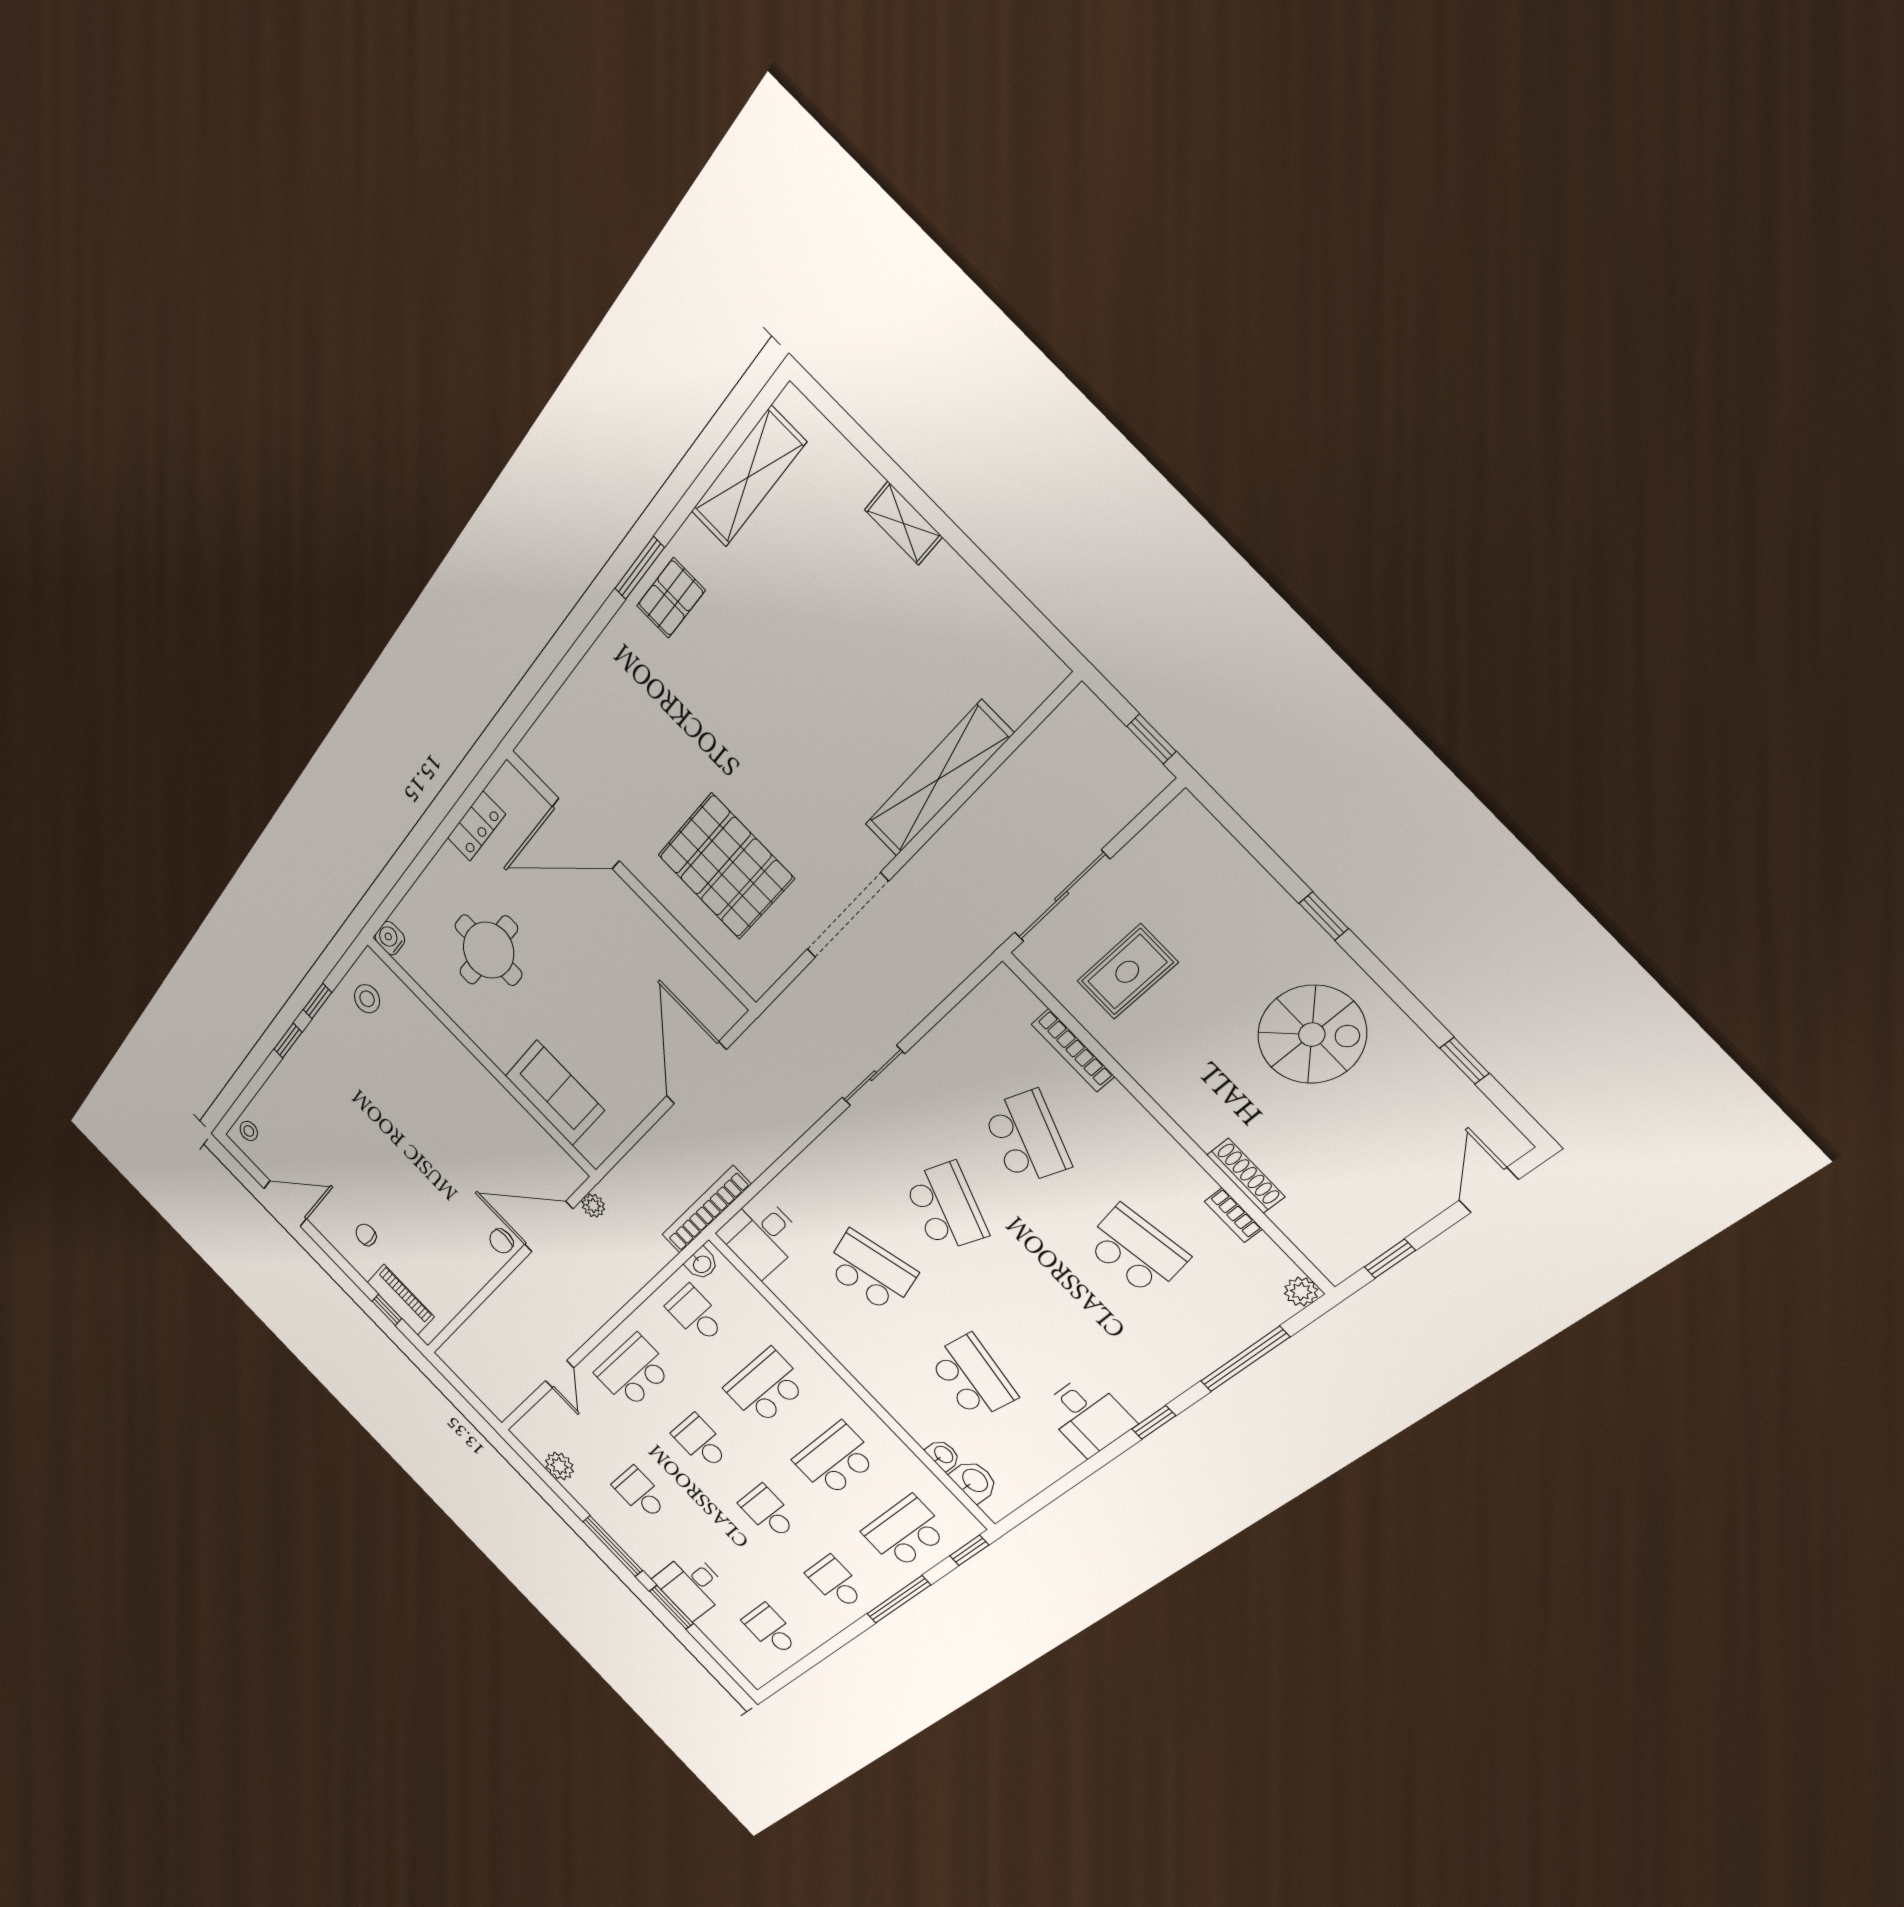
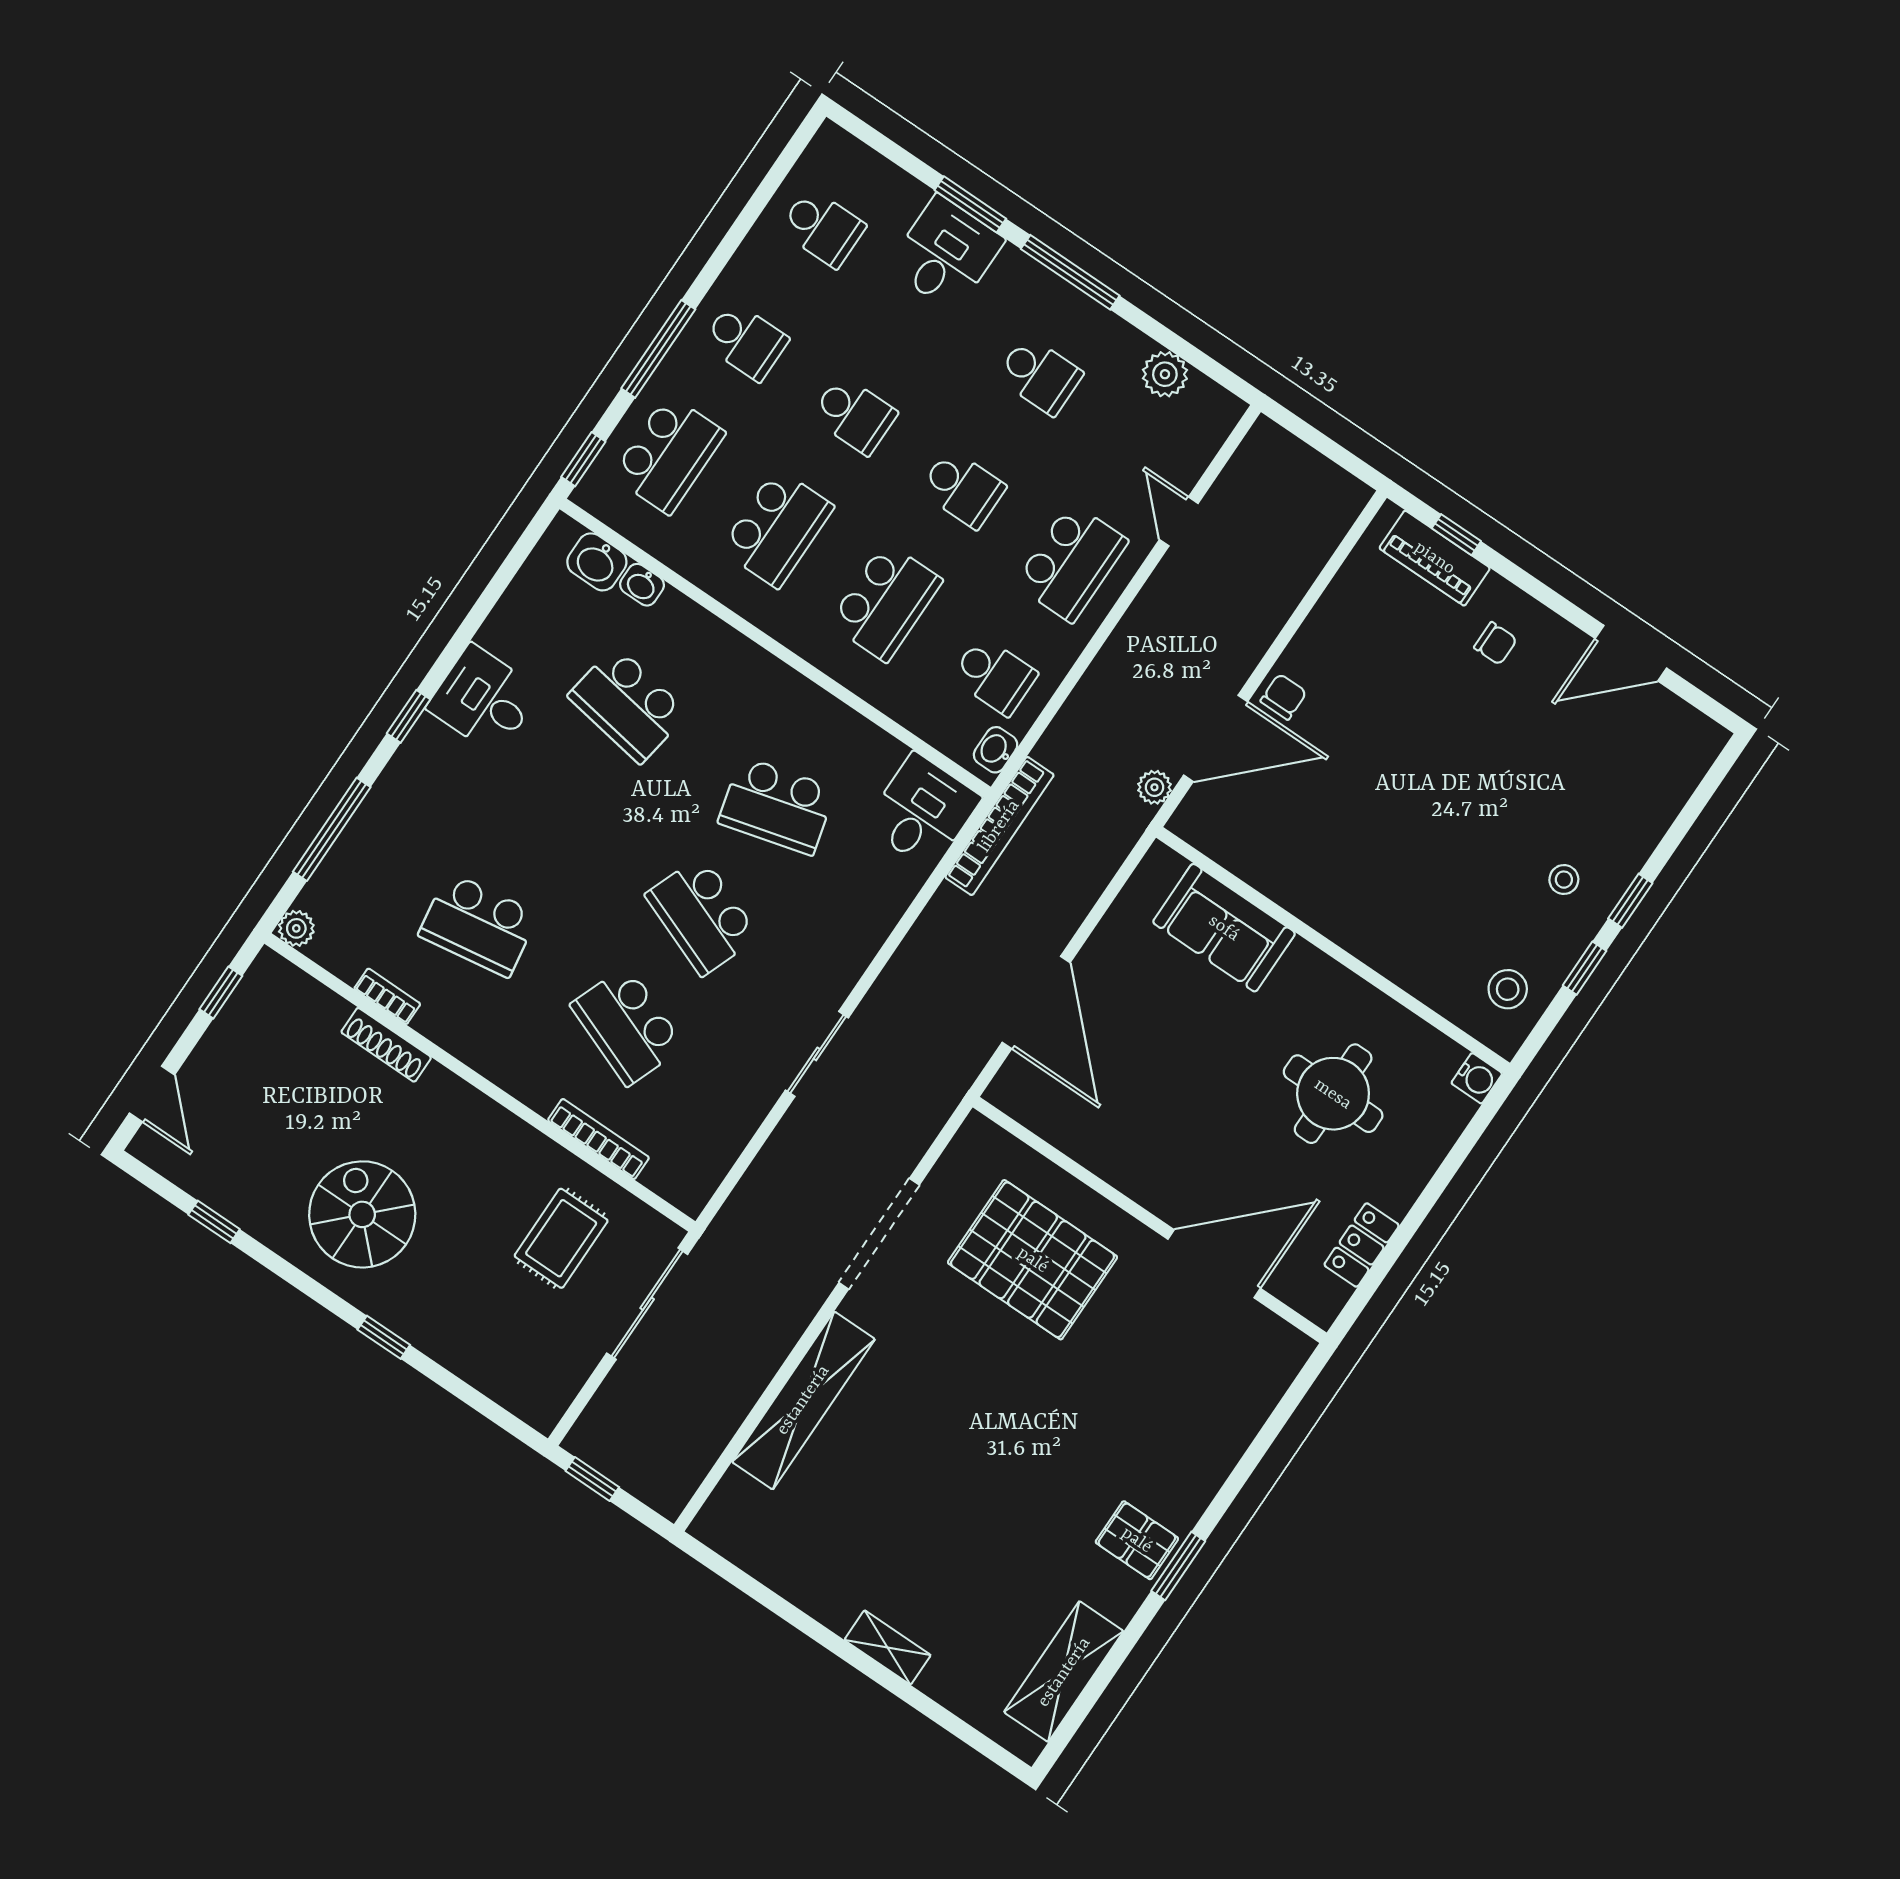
pallet: (671, 598) -> (1137, 1540), turned 90
spiral stairs: (1312, 1035) -> (362, 1214), turned 90
stool: (249, 1131) -> (1564, 880), moved

